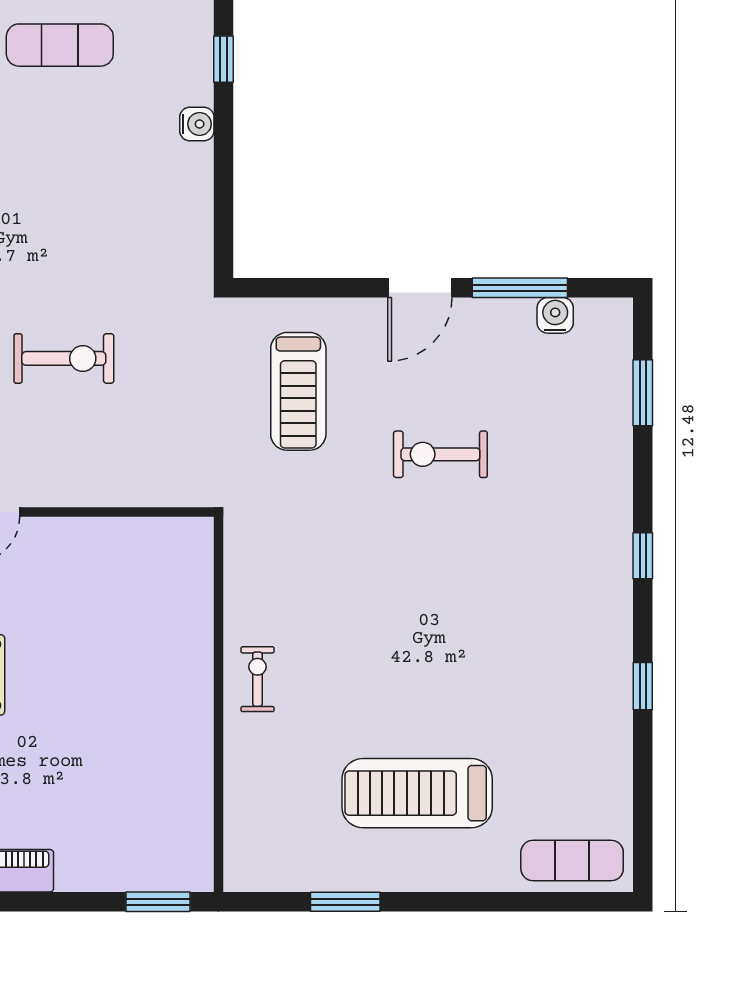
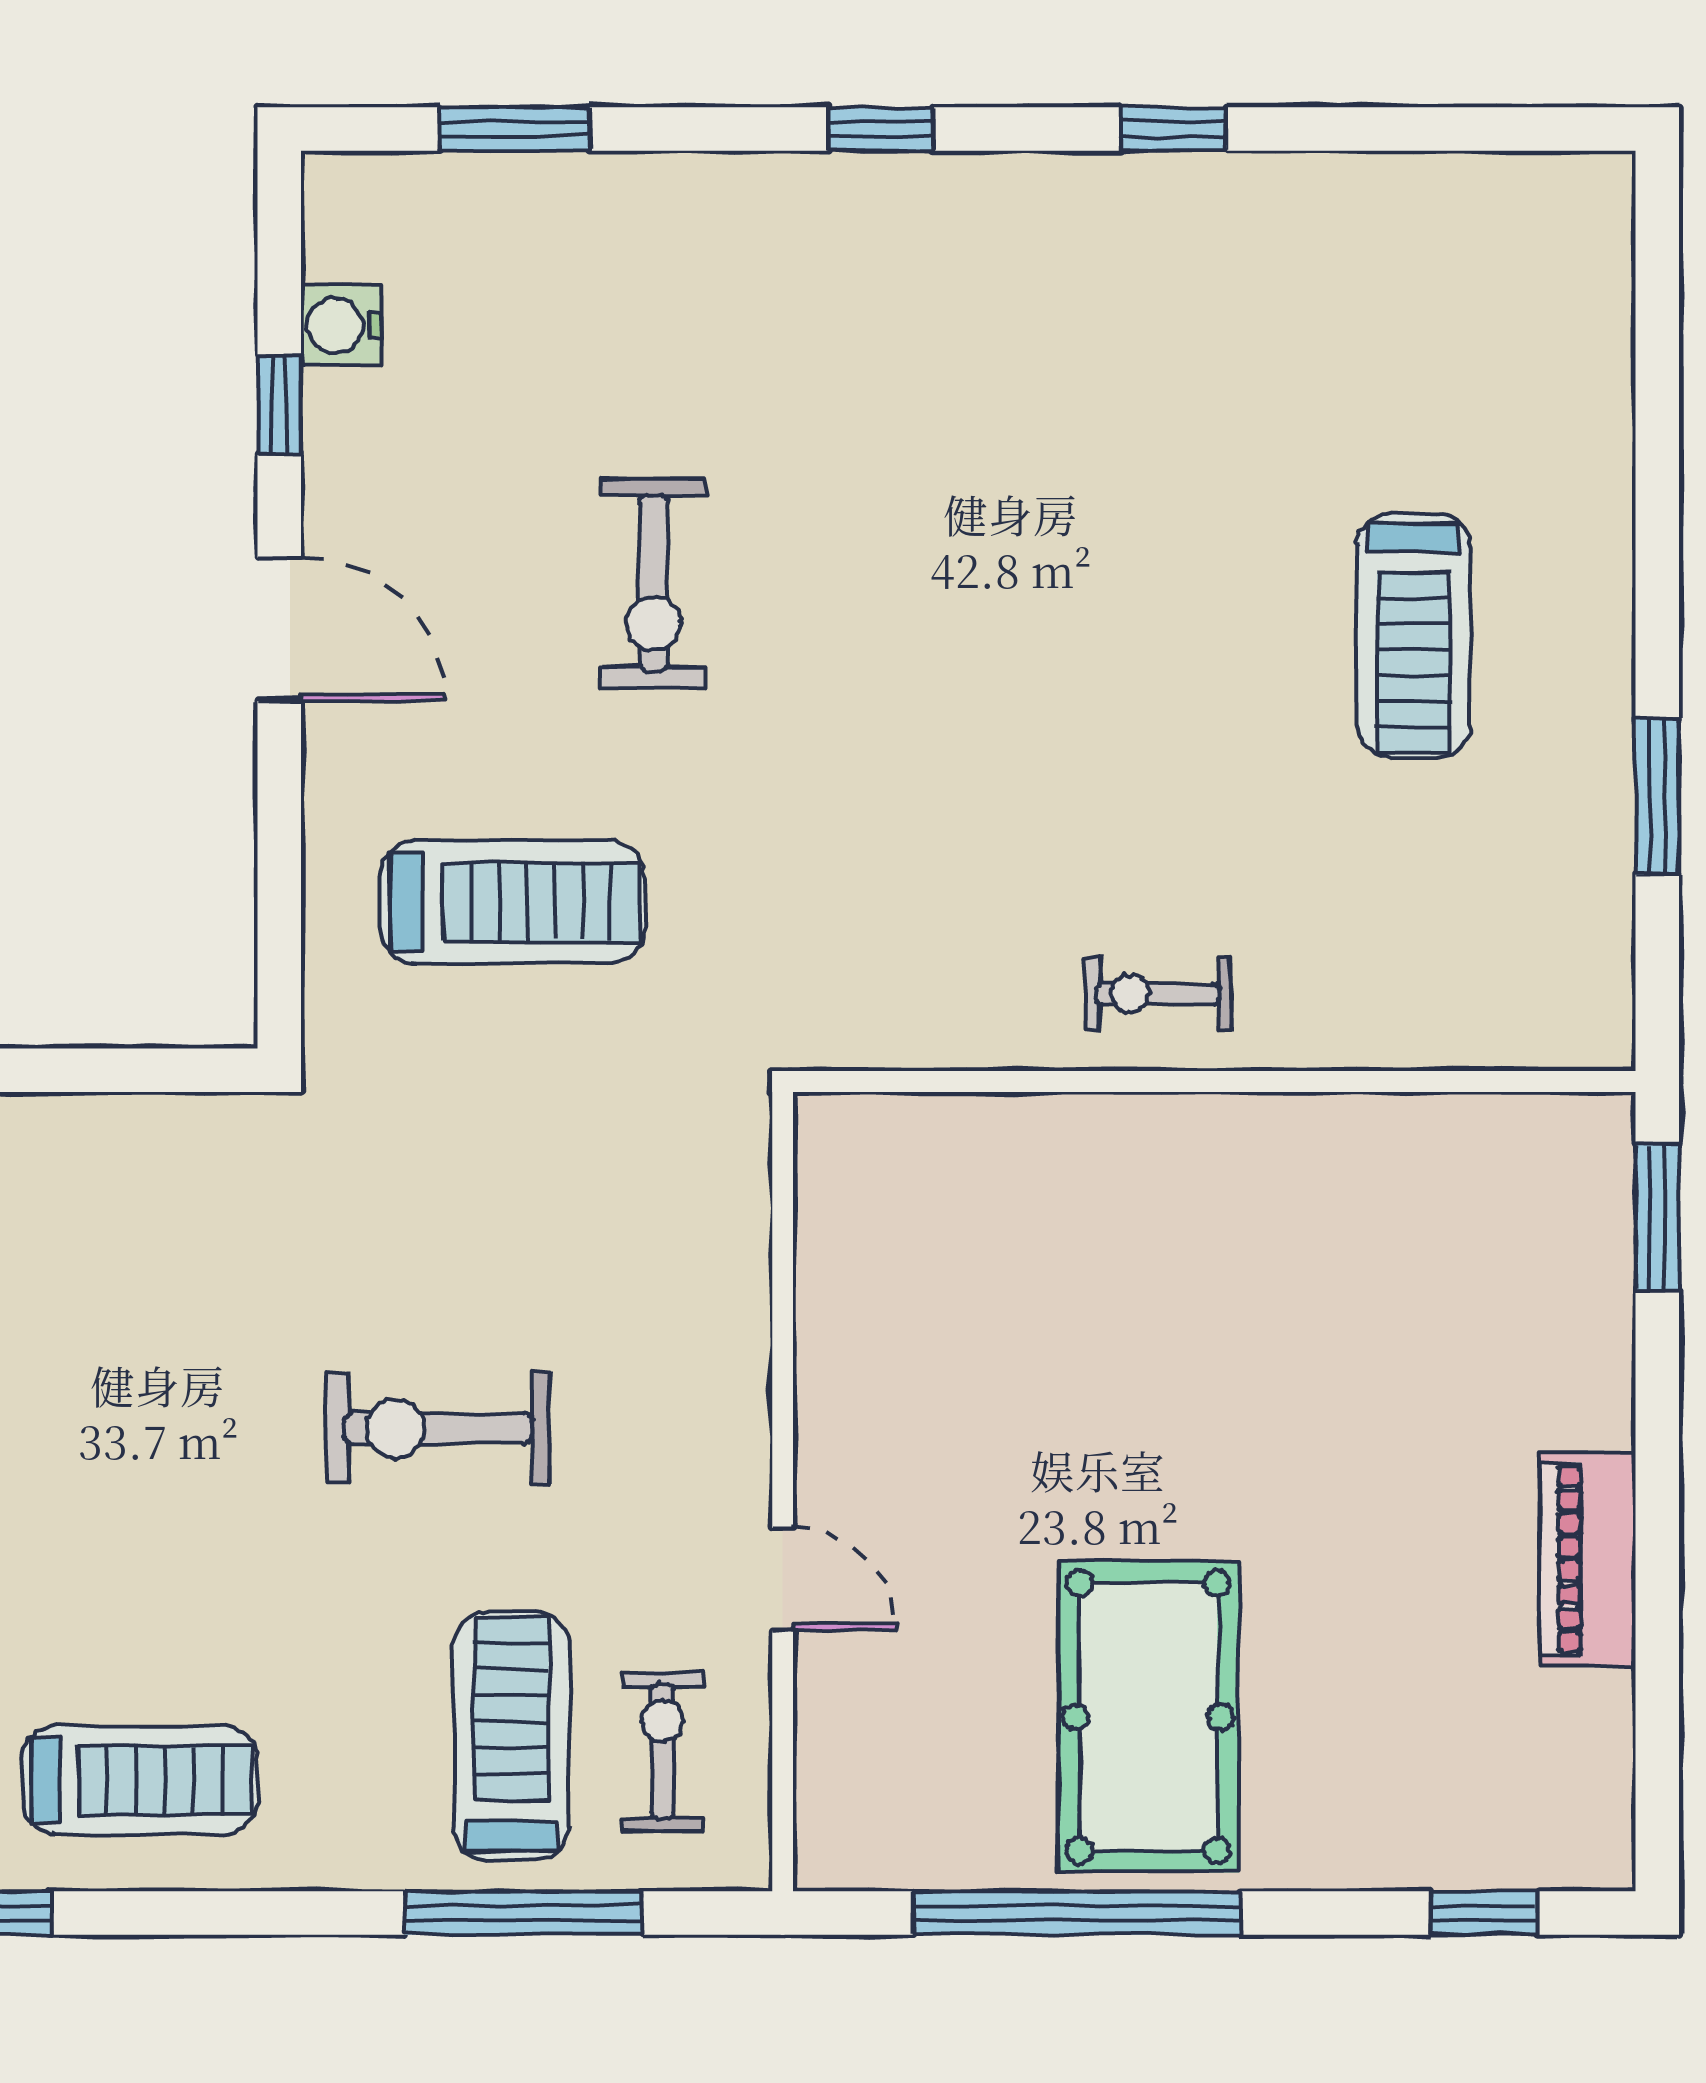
window: (520, 288) -> (279, 405), width x0.46
exercise bike: (64, 358) -> (438, 1428), turned -90
treadmill: (417, 793) -> (1414, 635), width x0.73, depth x0.73
exercise mat: (572, 861) -> (1565, 288), removed

